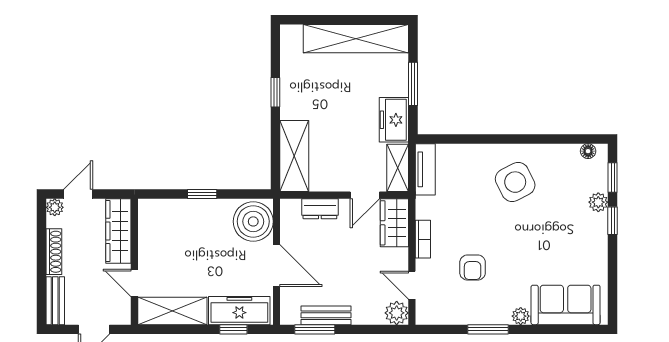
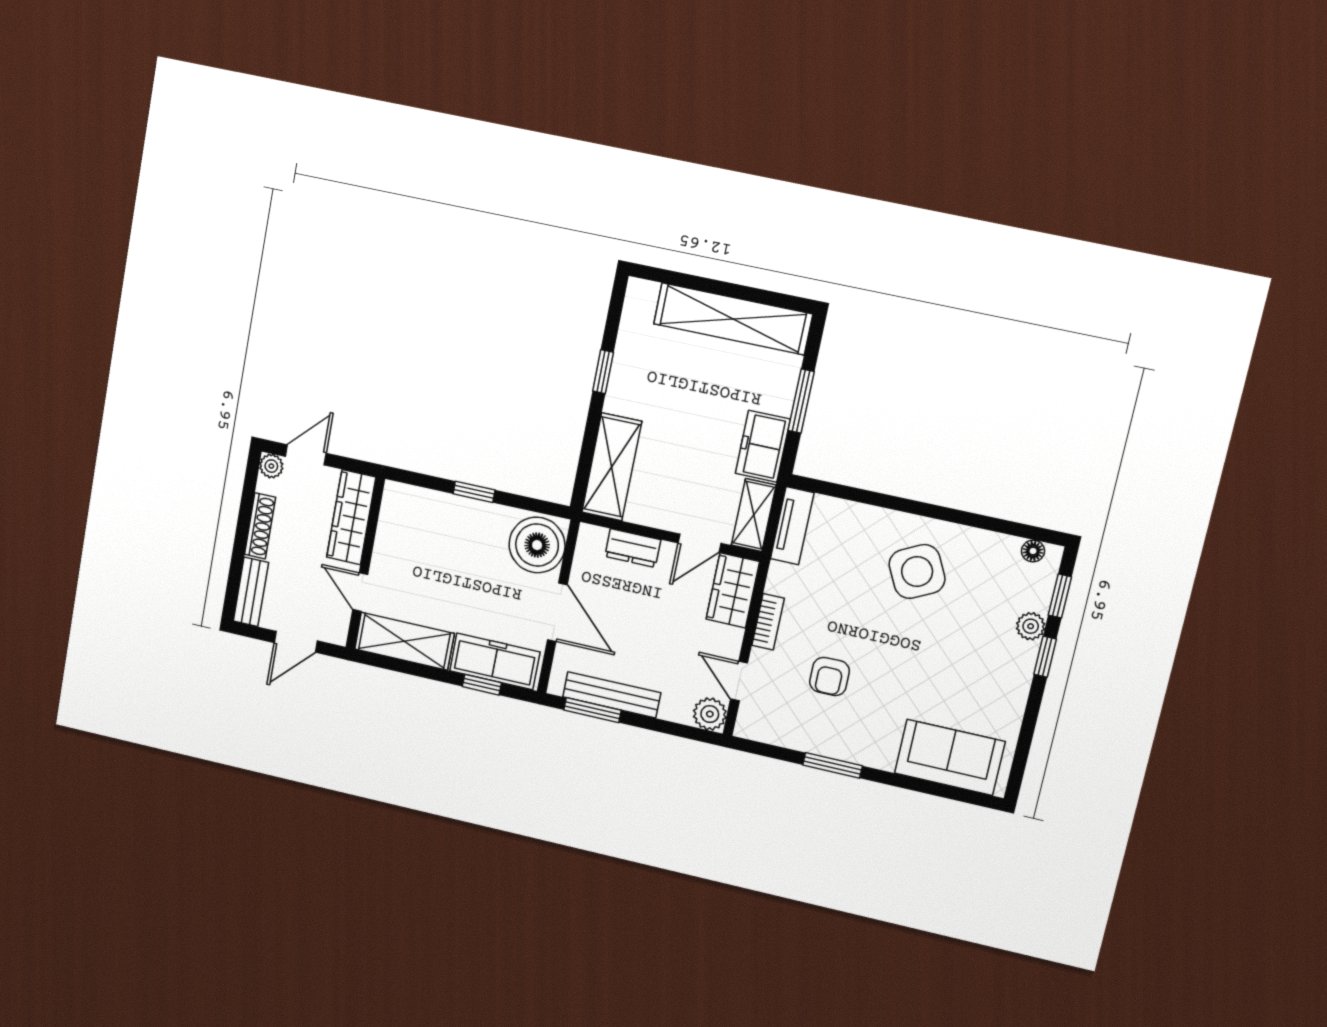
bench: (326, 315) -> (612, 695), width x1.36
plant: (521, 316) -> (882, 758), removed

